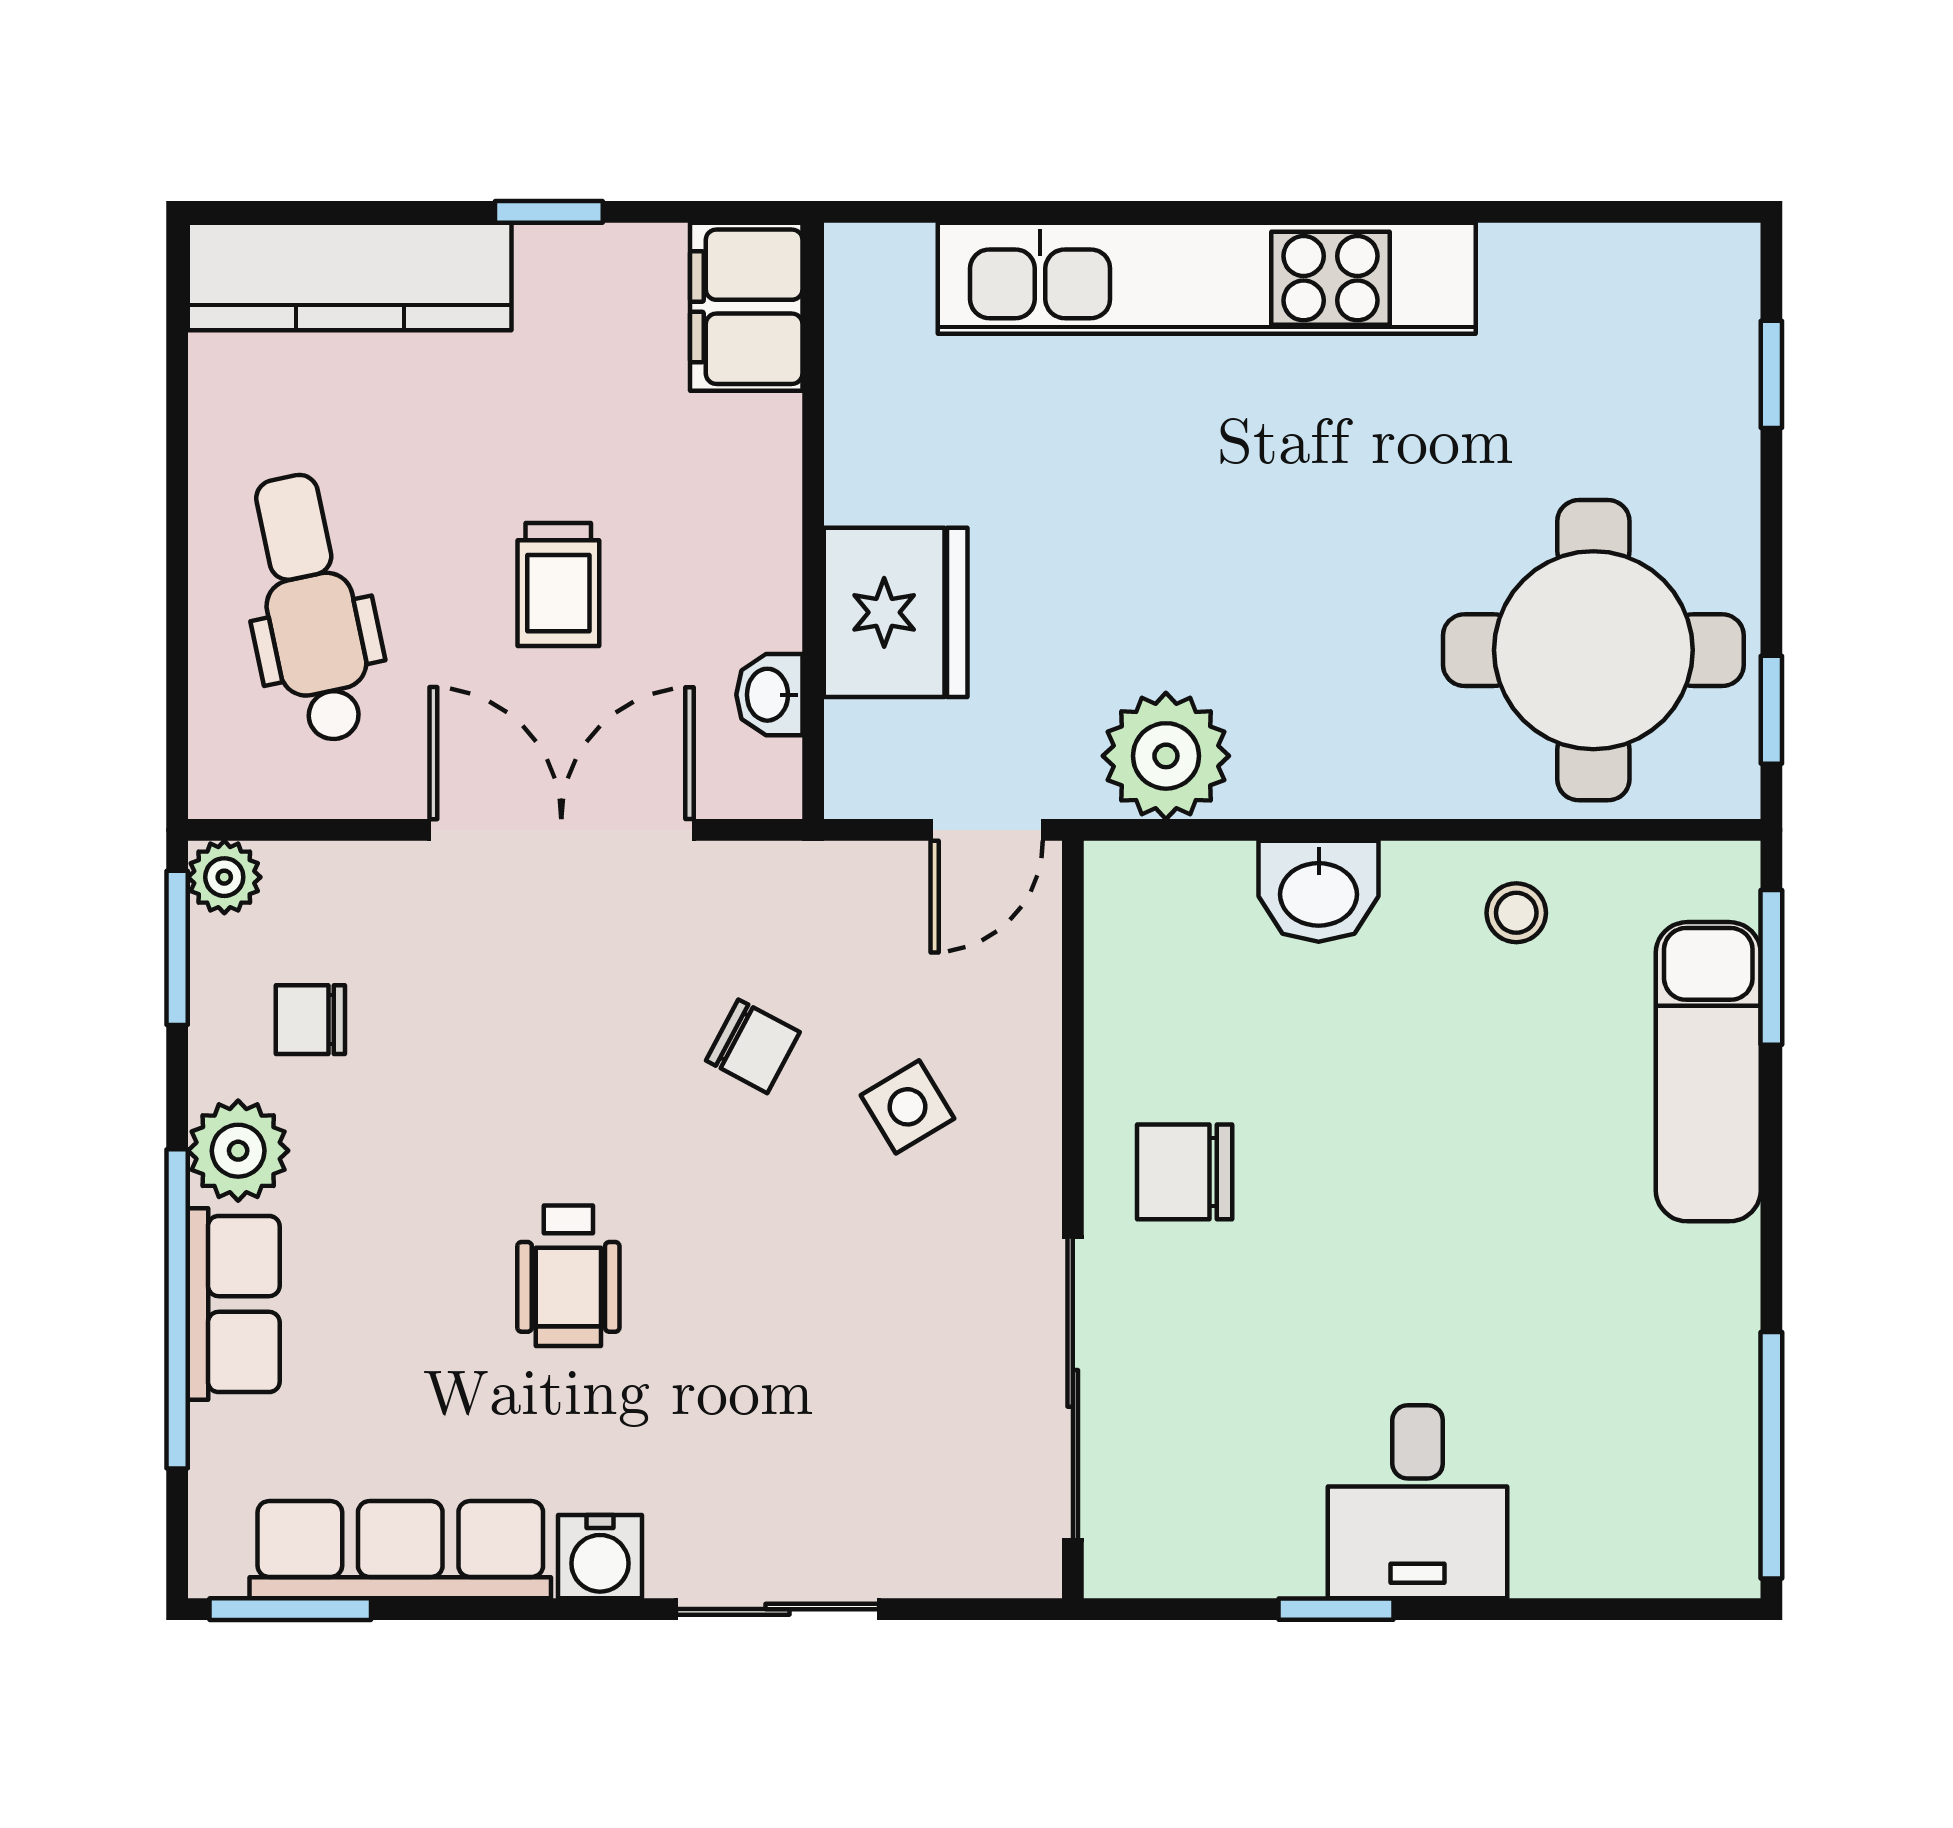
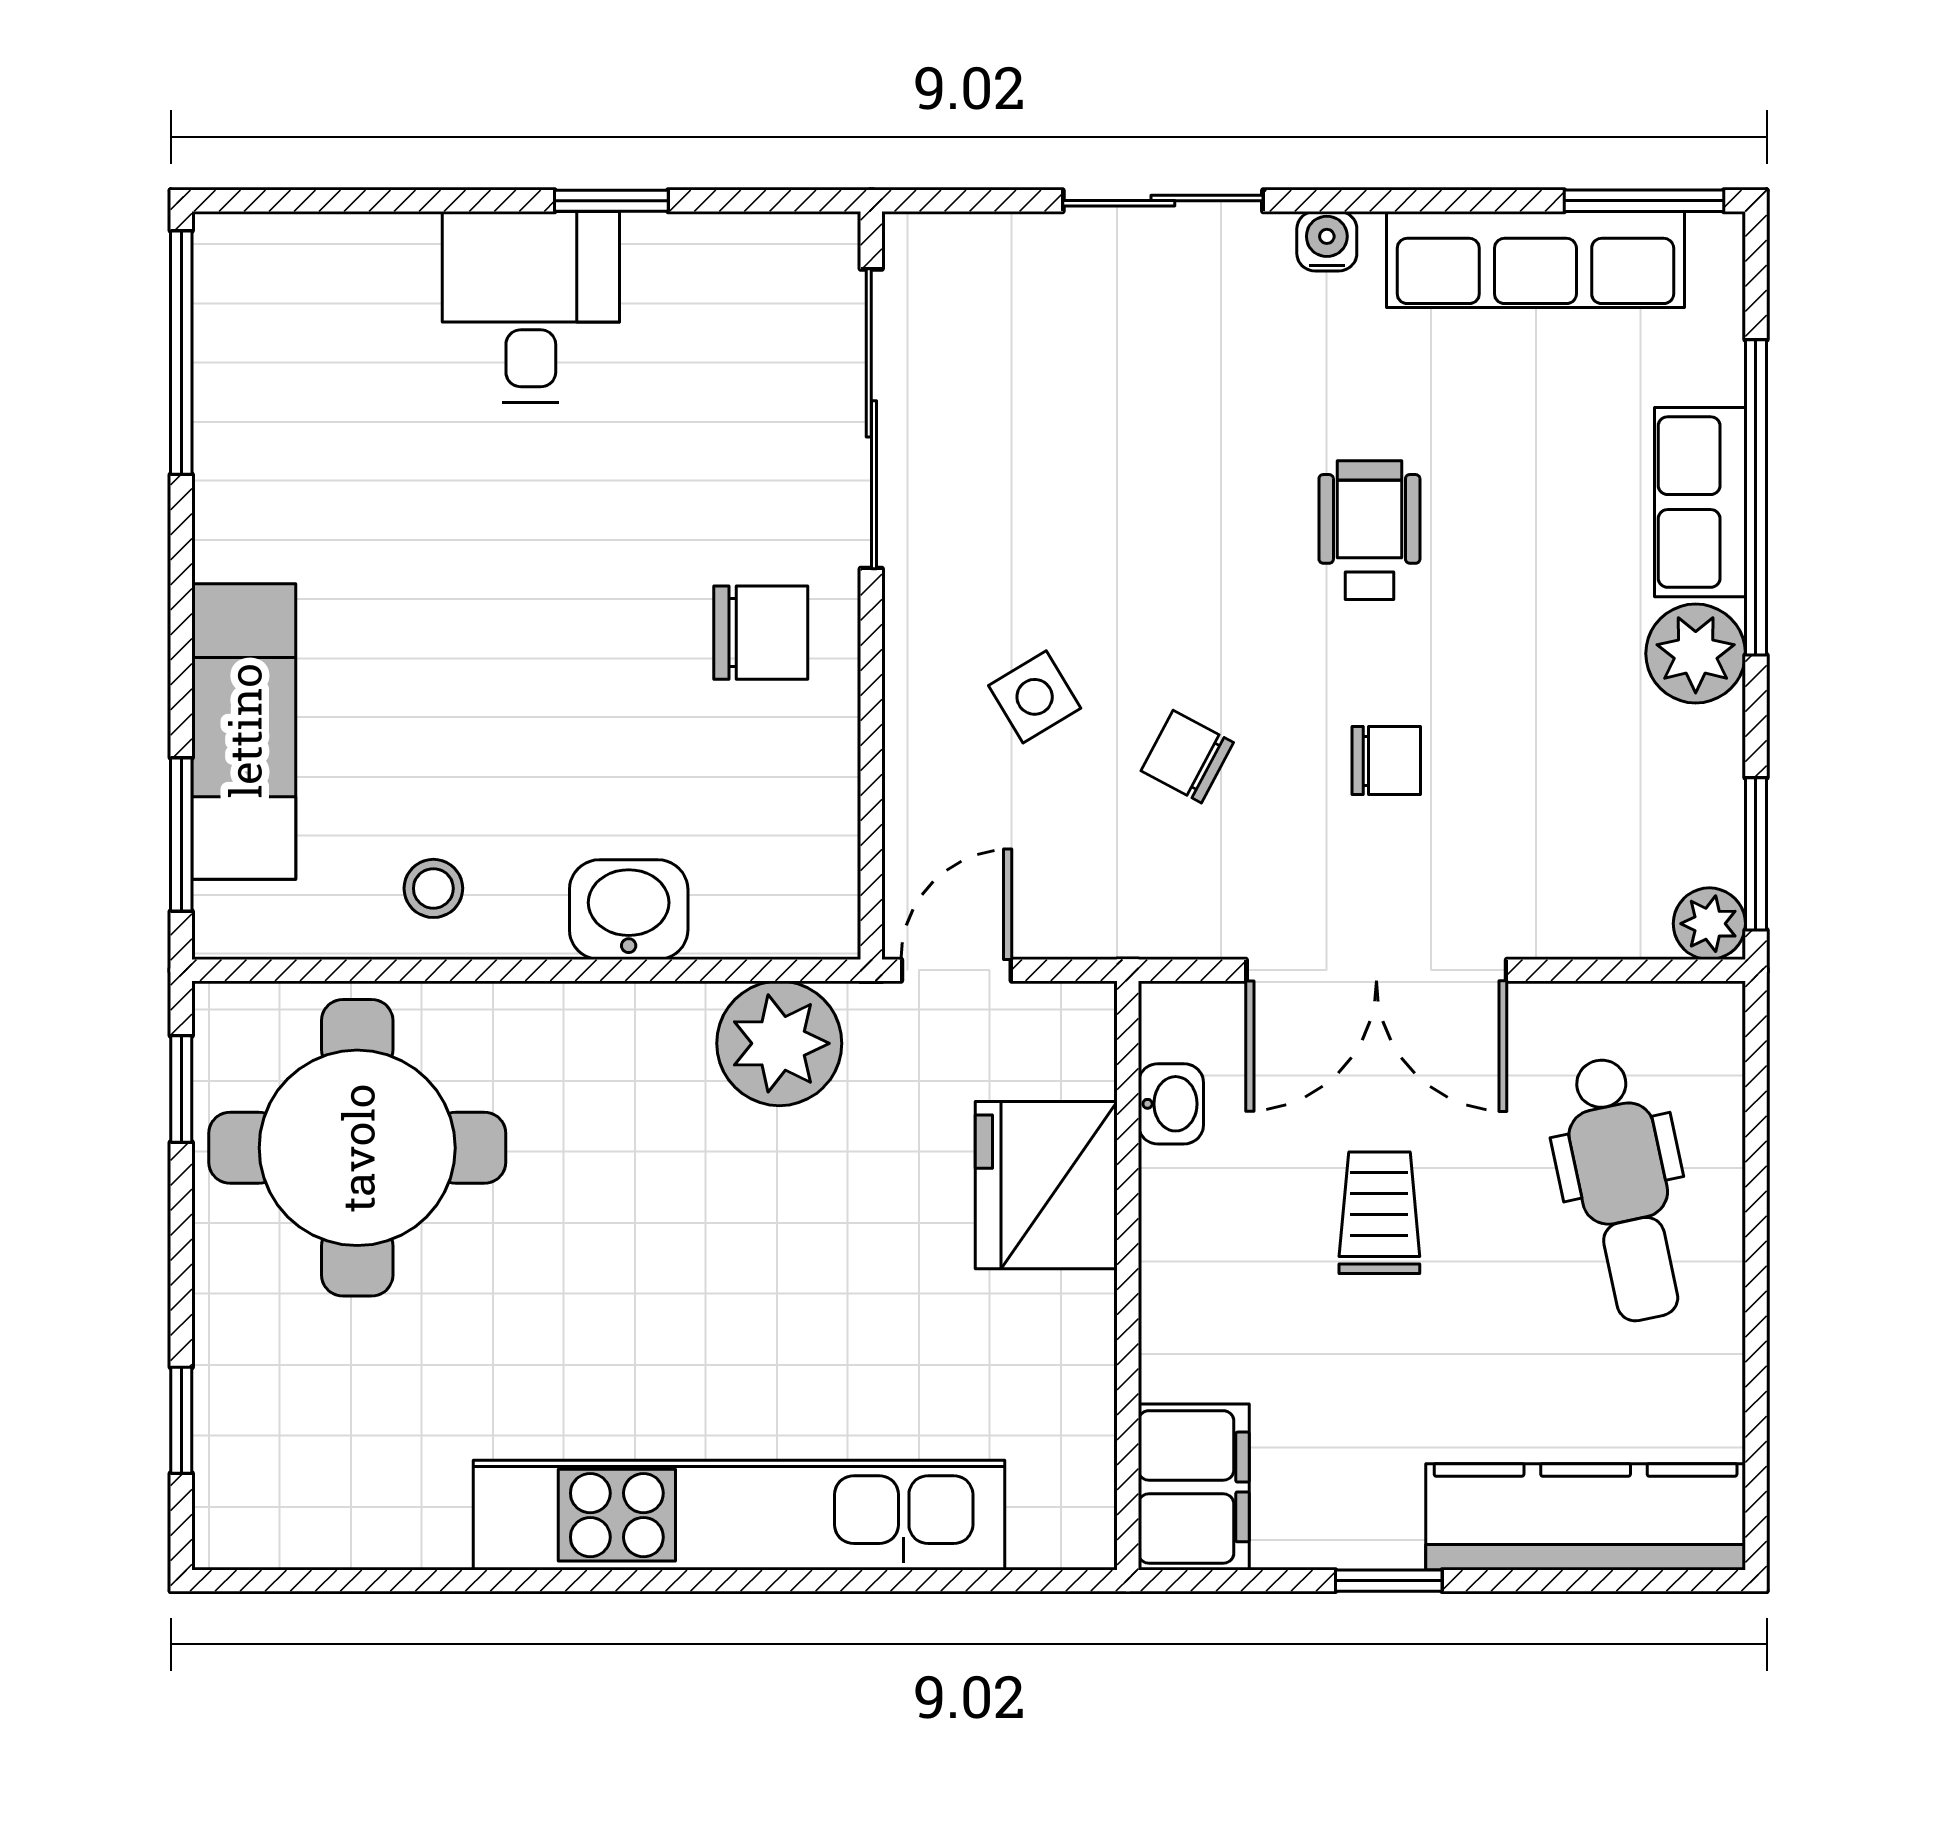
chair: (310, 1020) -> (1386, 761), moved
water cooler: (600, 1557) -> (1327, 241), width x0.72, depth x0.72

